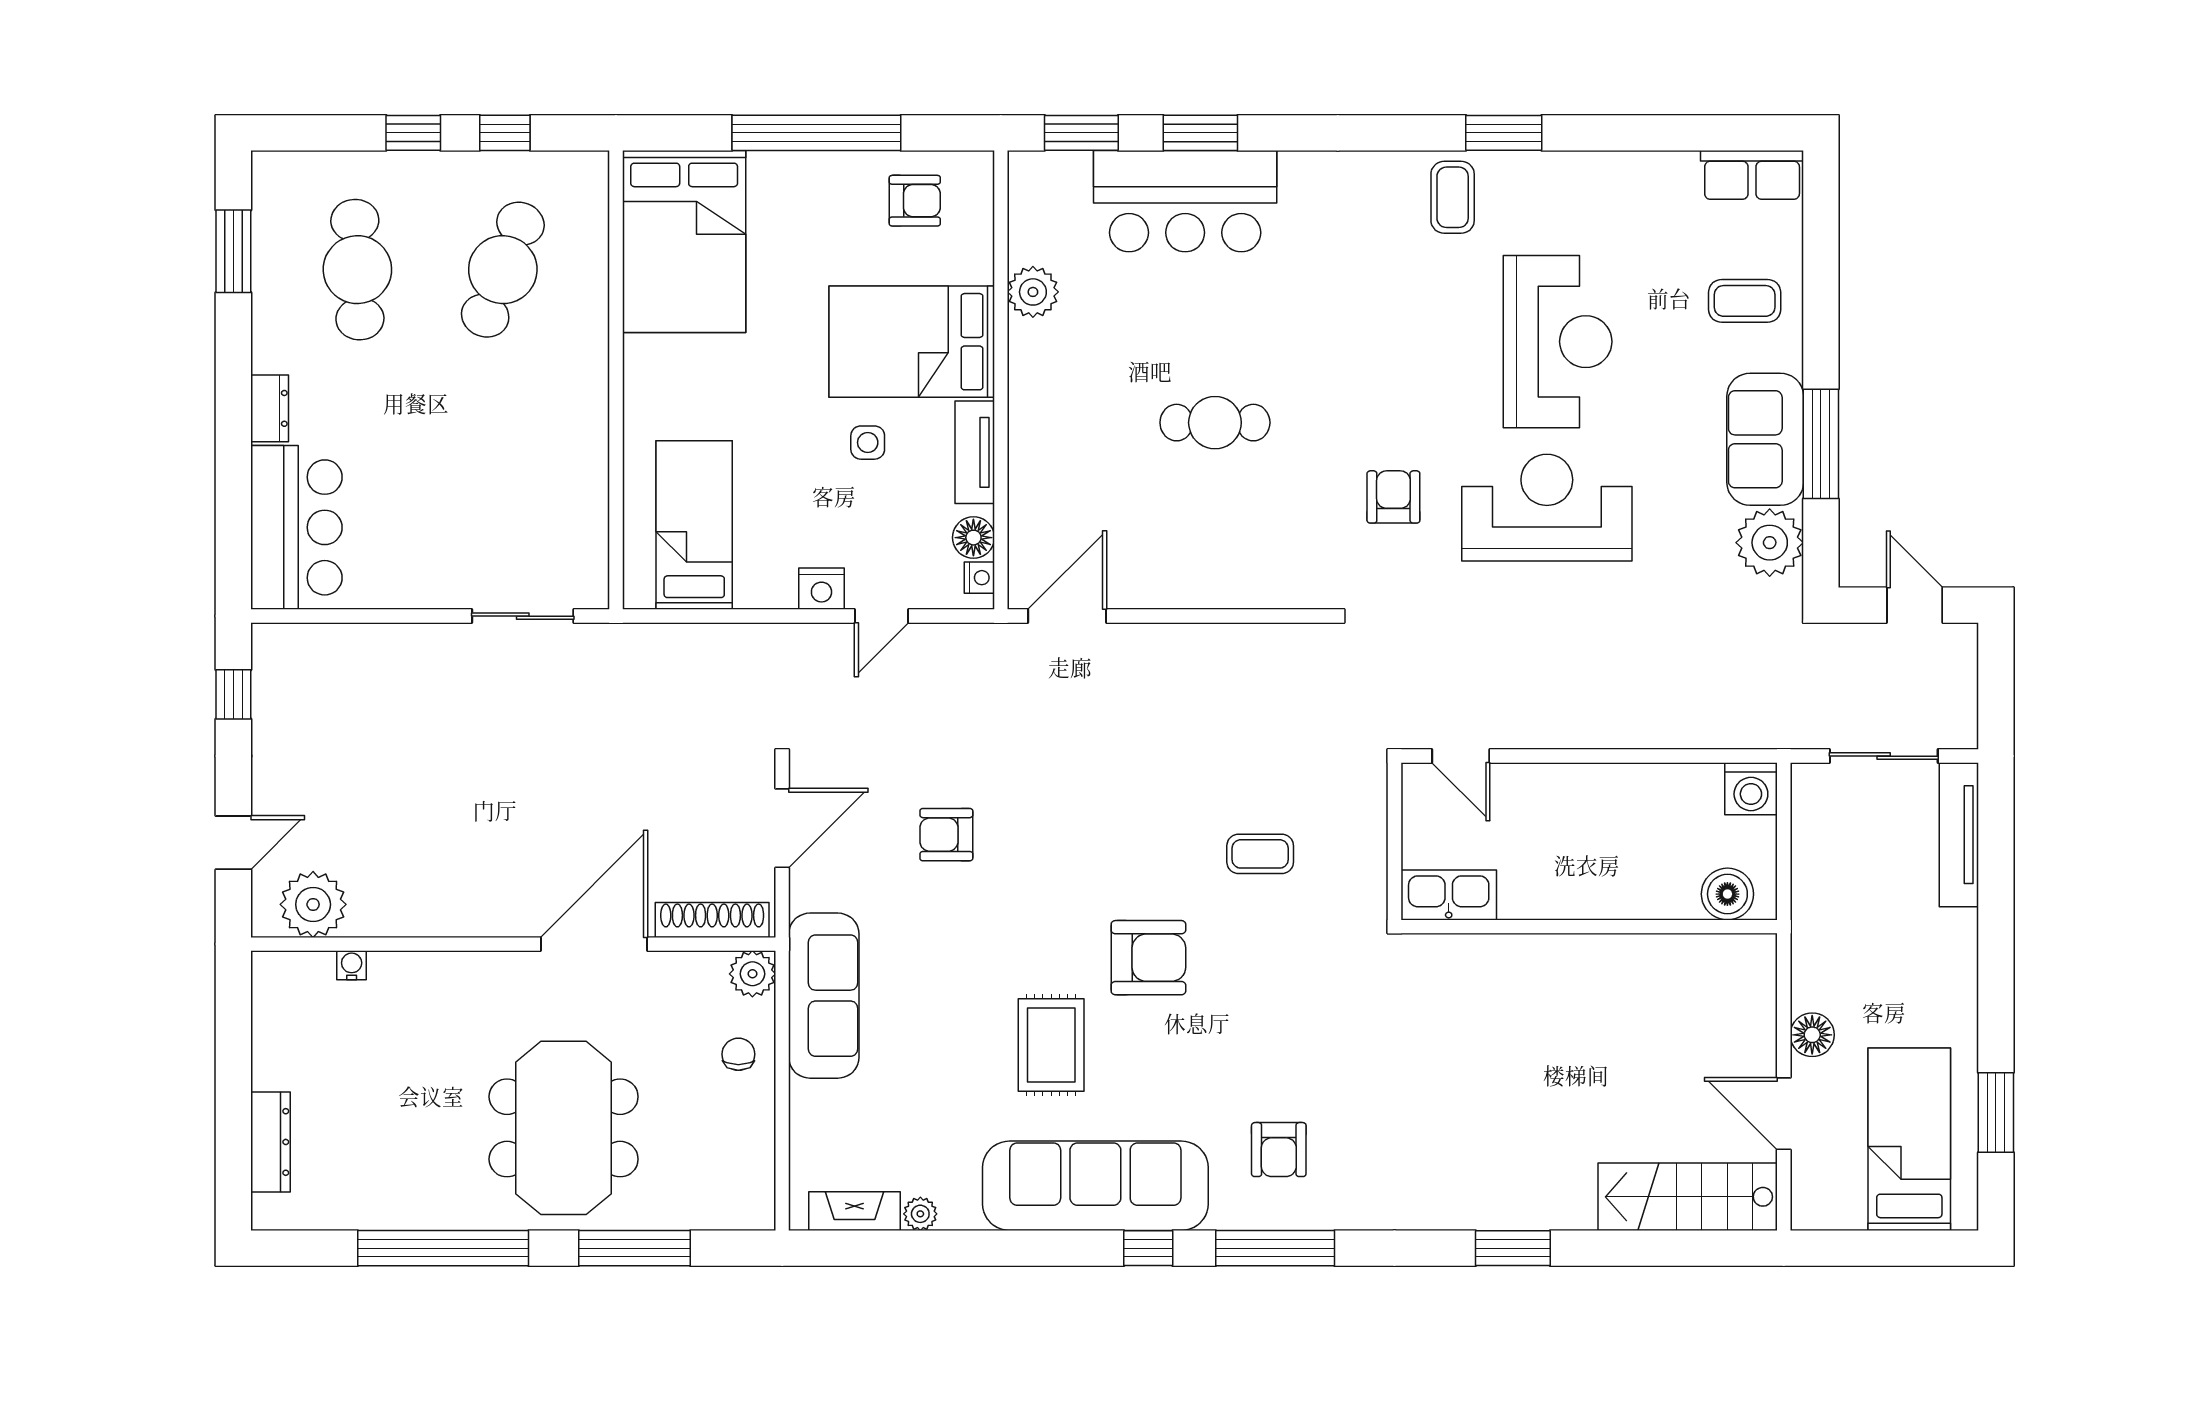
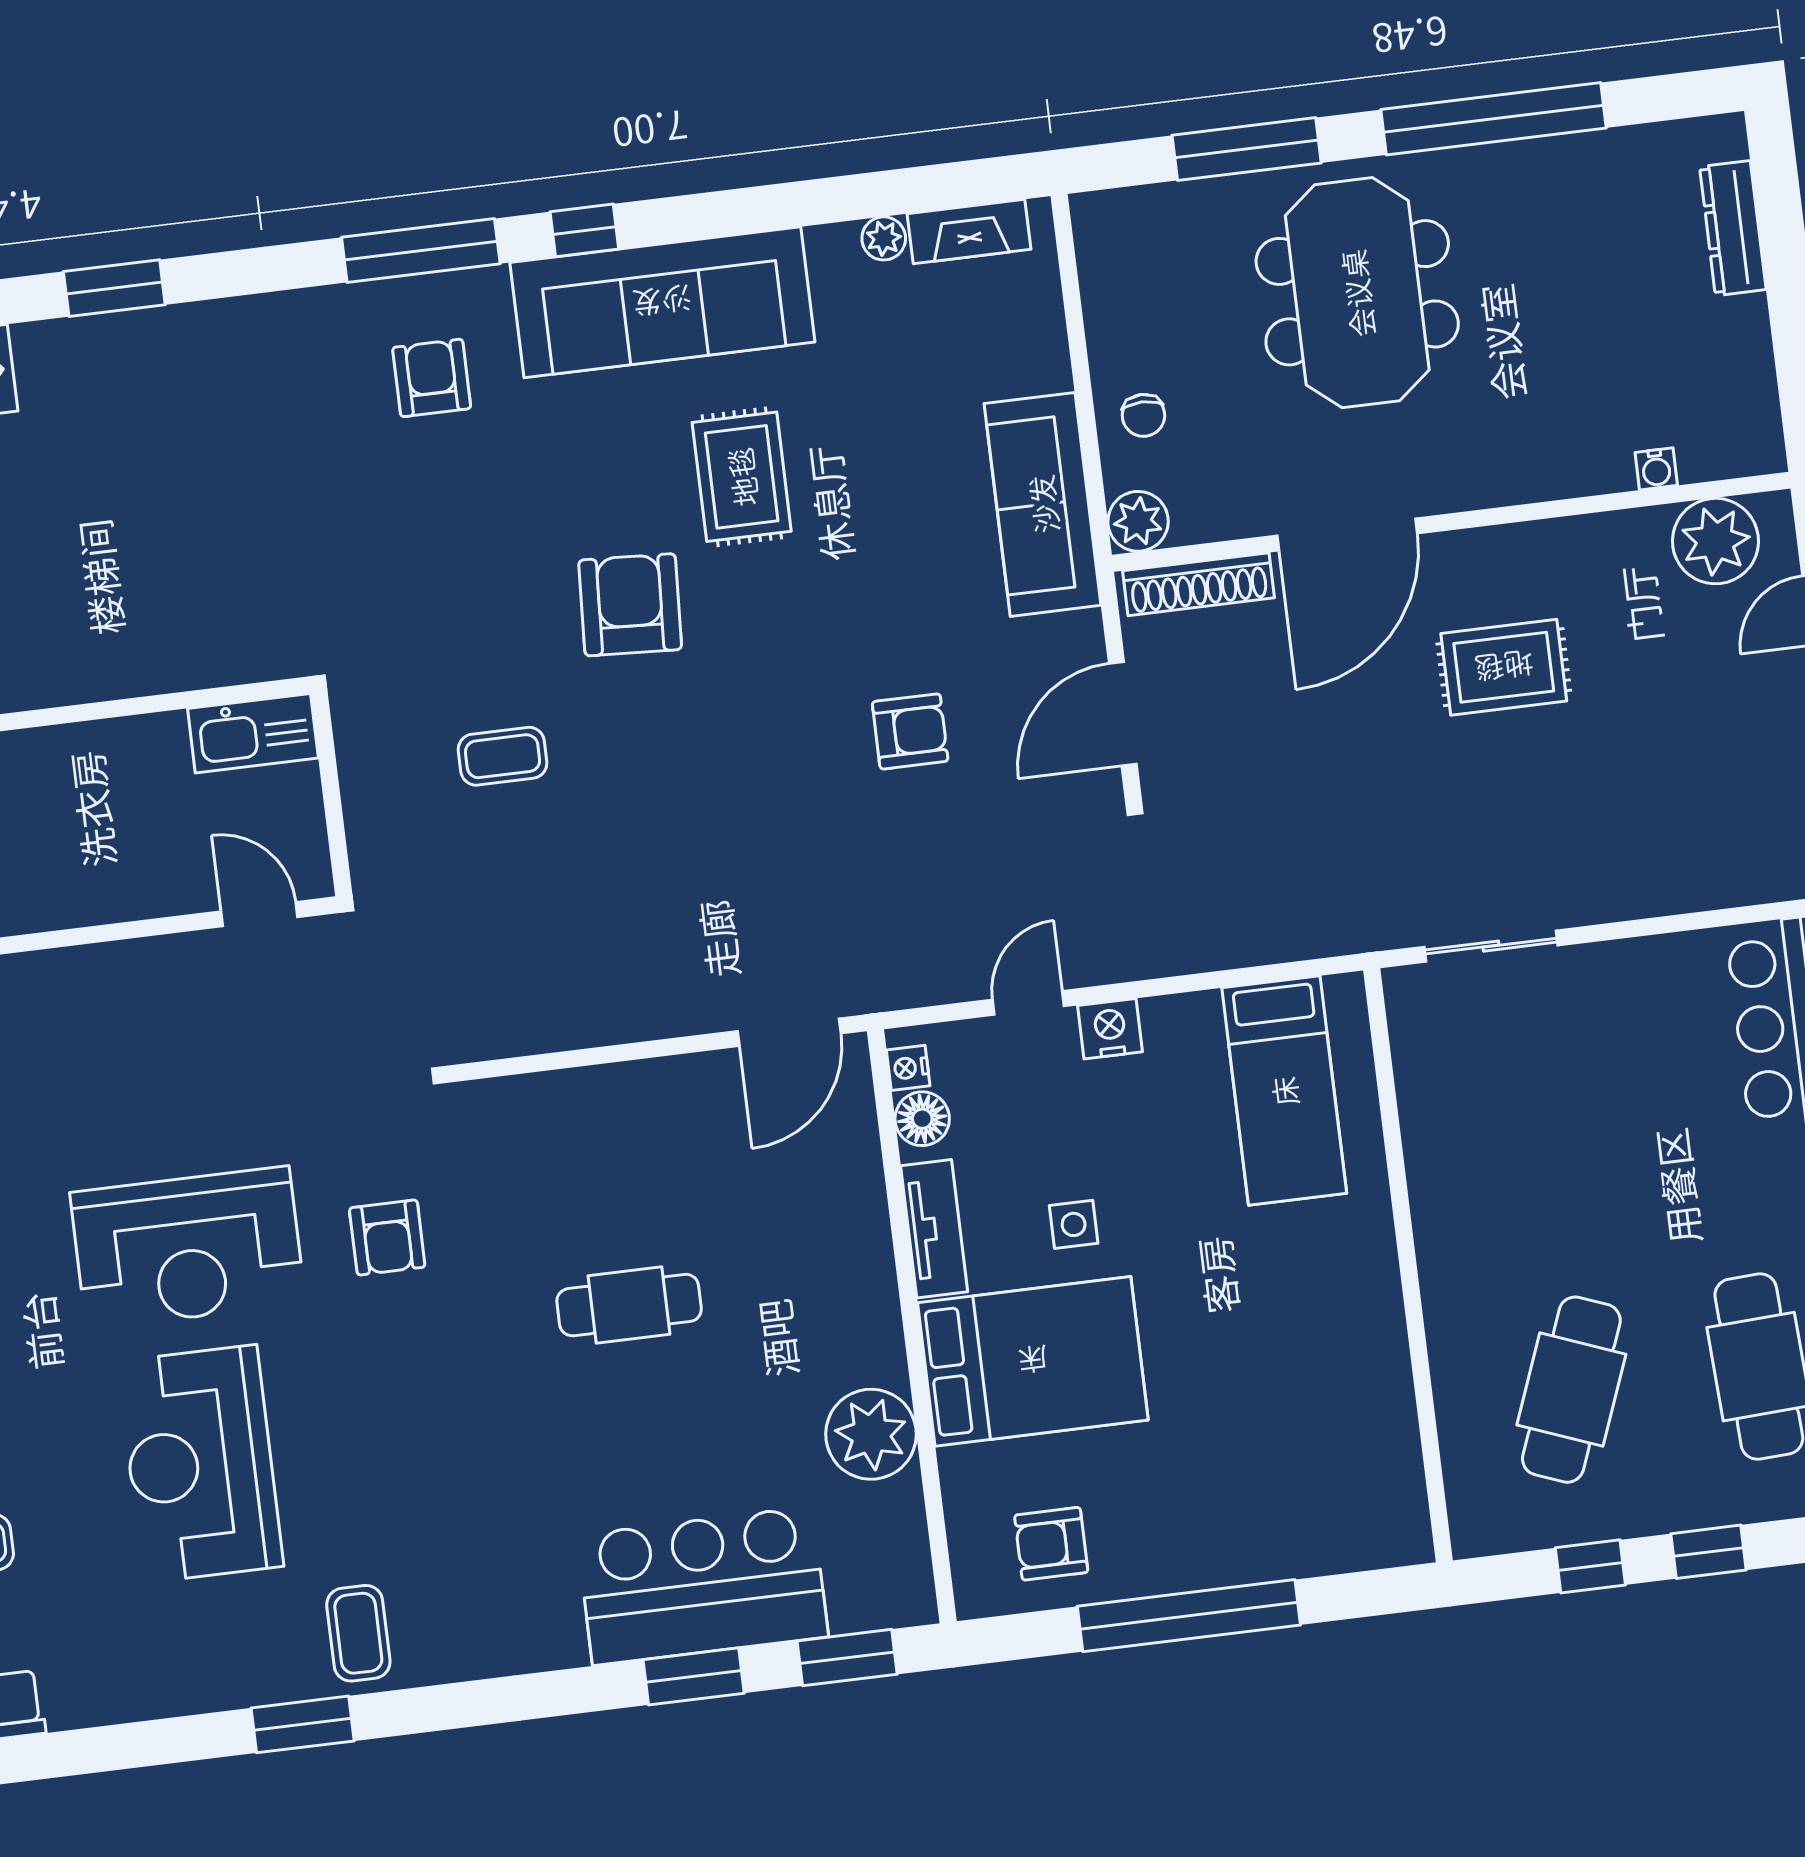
bed: (684, 241) -> (1342, 1455), removed
plant: (1033, 292) -> (871, 1434), width x1.36, depth x1.36
rug: (487, 828) -> (1504, 667), added
armchair: (1148, 958) -> (630, 605), turned 93

